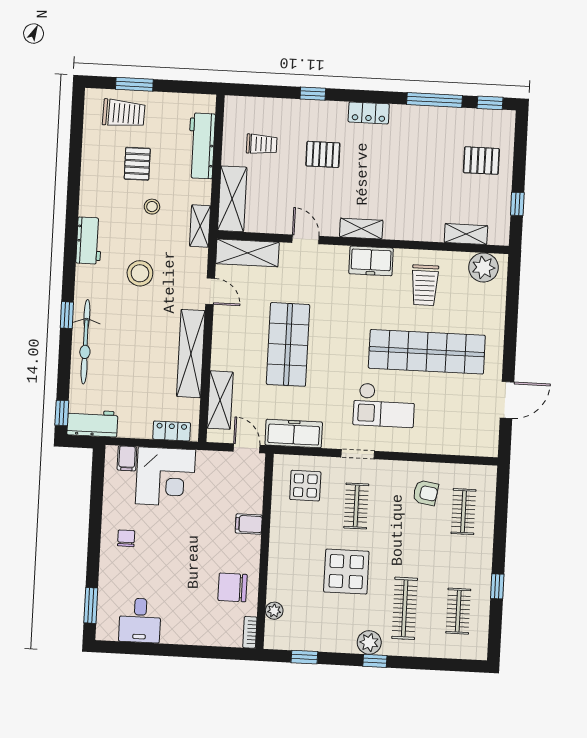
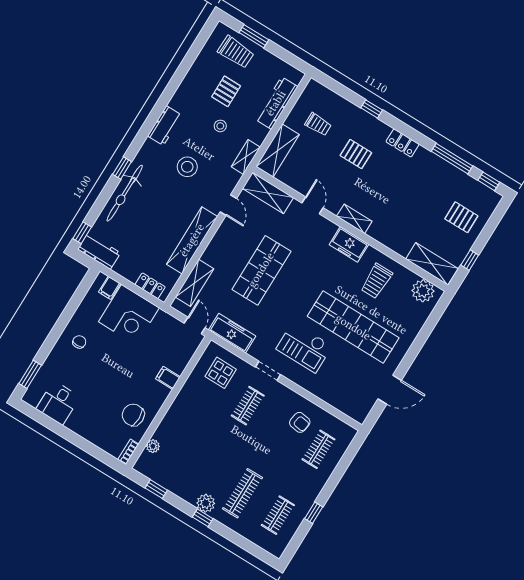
shelving: (466, 234) -> (432, 264), width x1.50, depth x1.33
display table: (346, 572) -> (217, 447), removed

